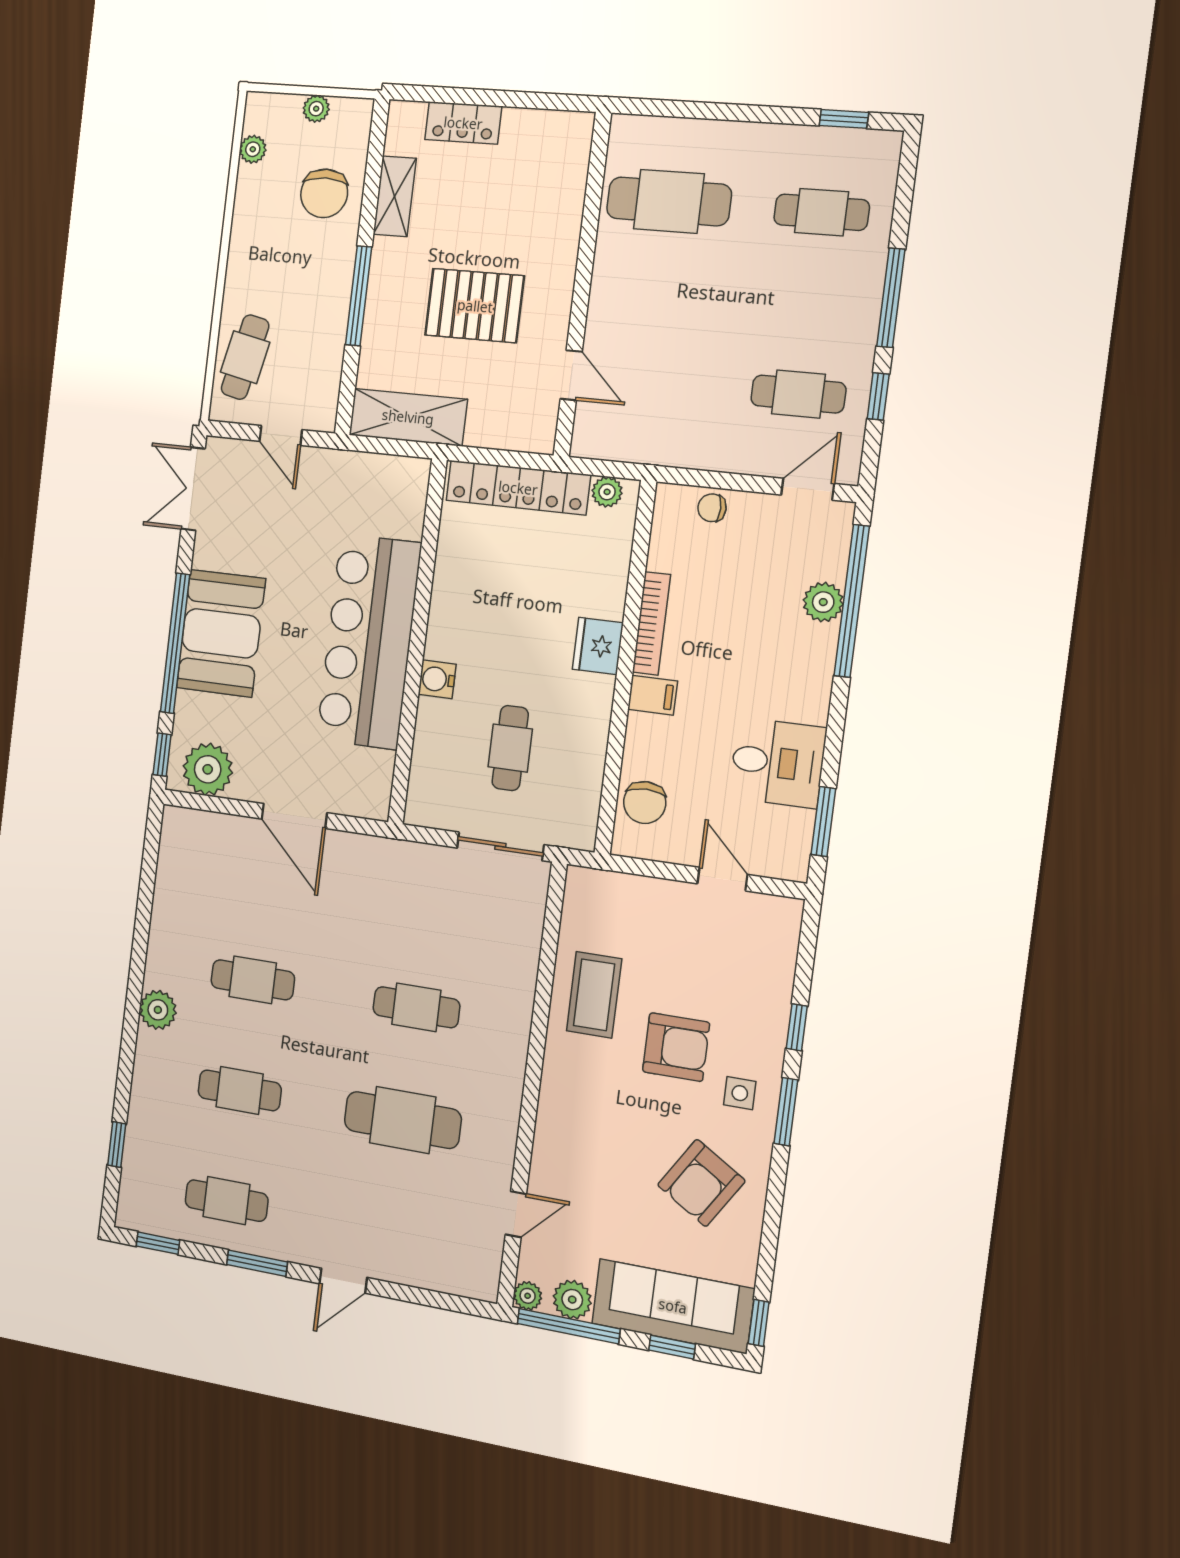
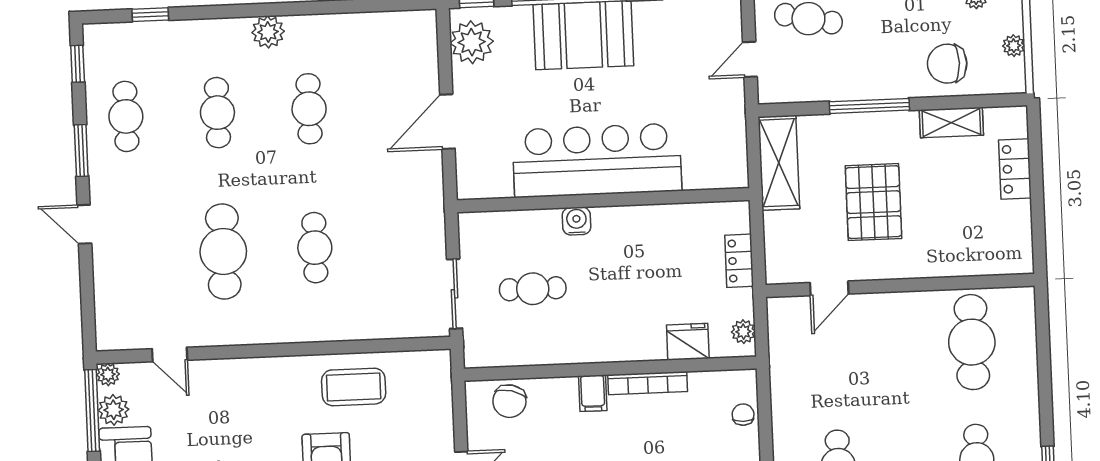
locker: (518, 488) -> (739, 261), width x0.46, depth x0.83
fridge: (598, 646) -> (688, 342), moved
chair: (645, 803) -> (509, 401), turned -76

